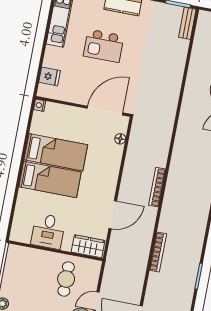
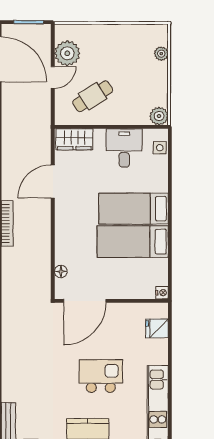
side table: (19, 226) -> (160, 148), added
plant: (14, 252) -> (159, 116), added
cafe table: (66, 279) -> (93, 96), turned 58

